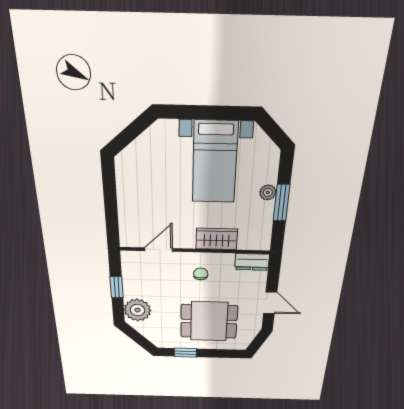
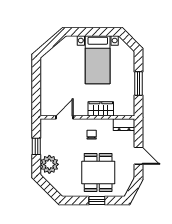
plant: (268, 192) -> (130, 77), removed
dining table: (209, 321) -> (98, 172), turned 90
window: (185, 353) -> (97, 201), moved

